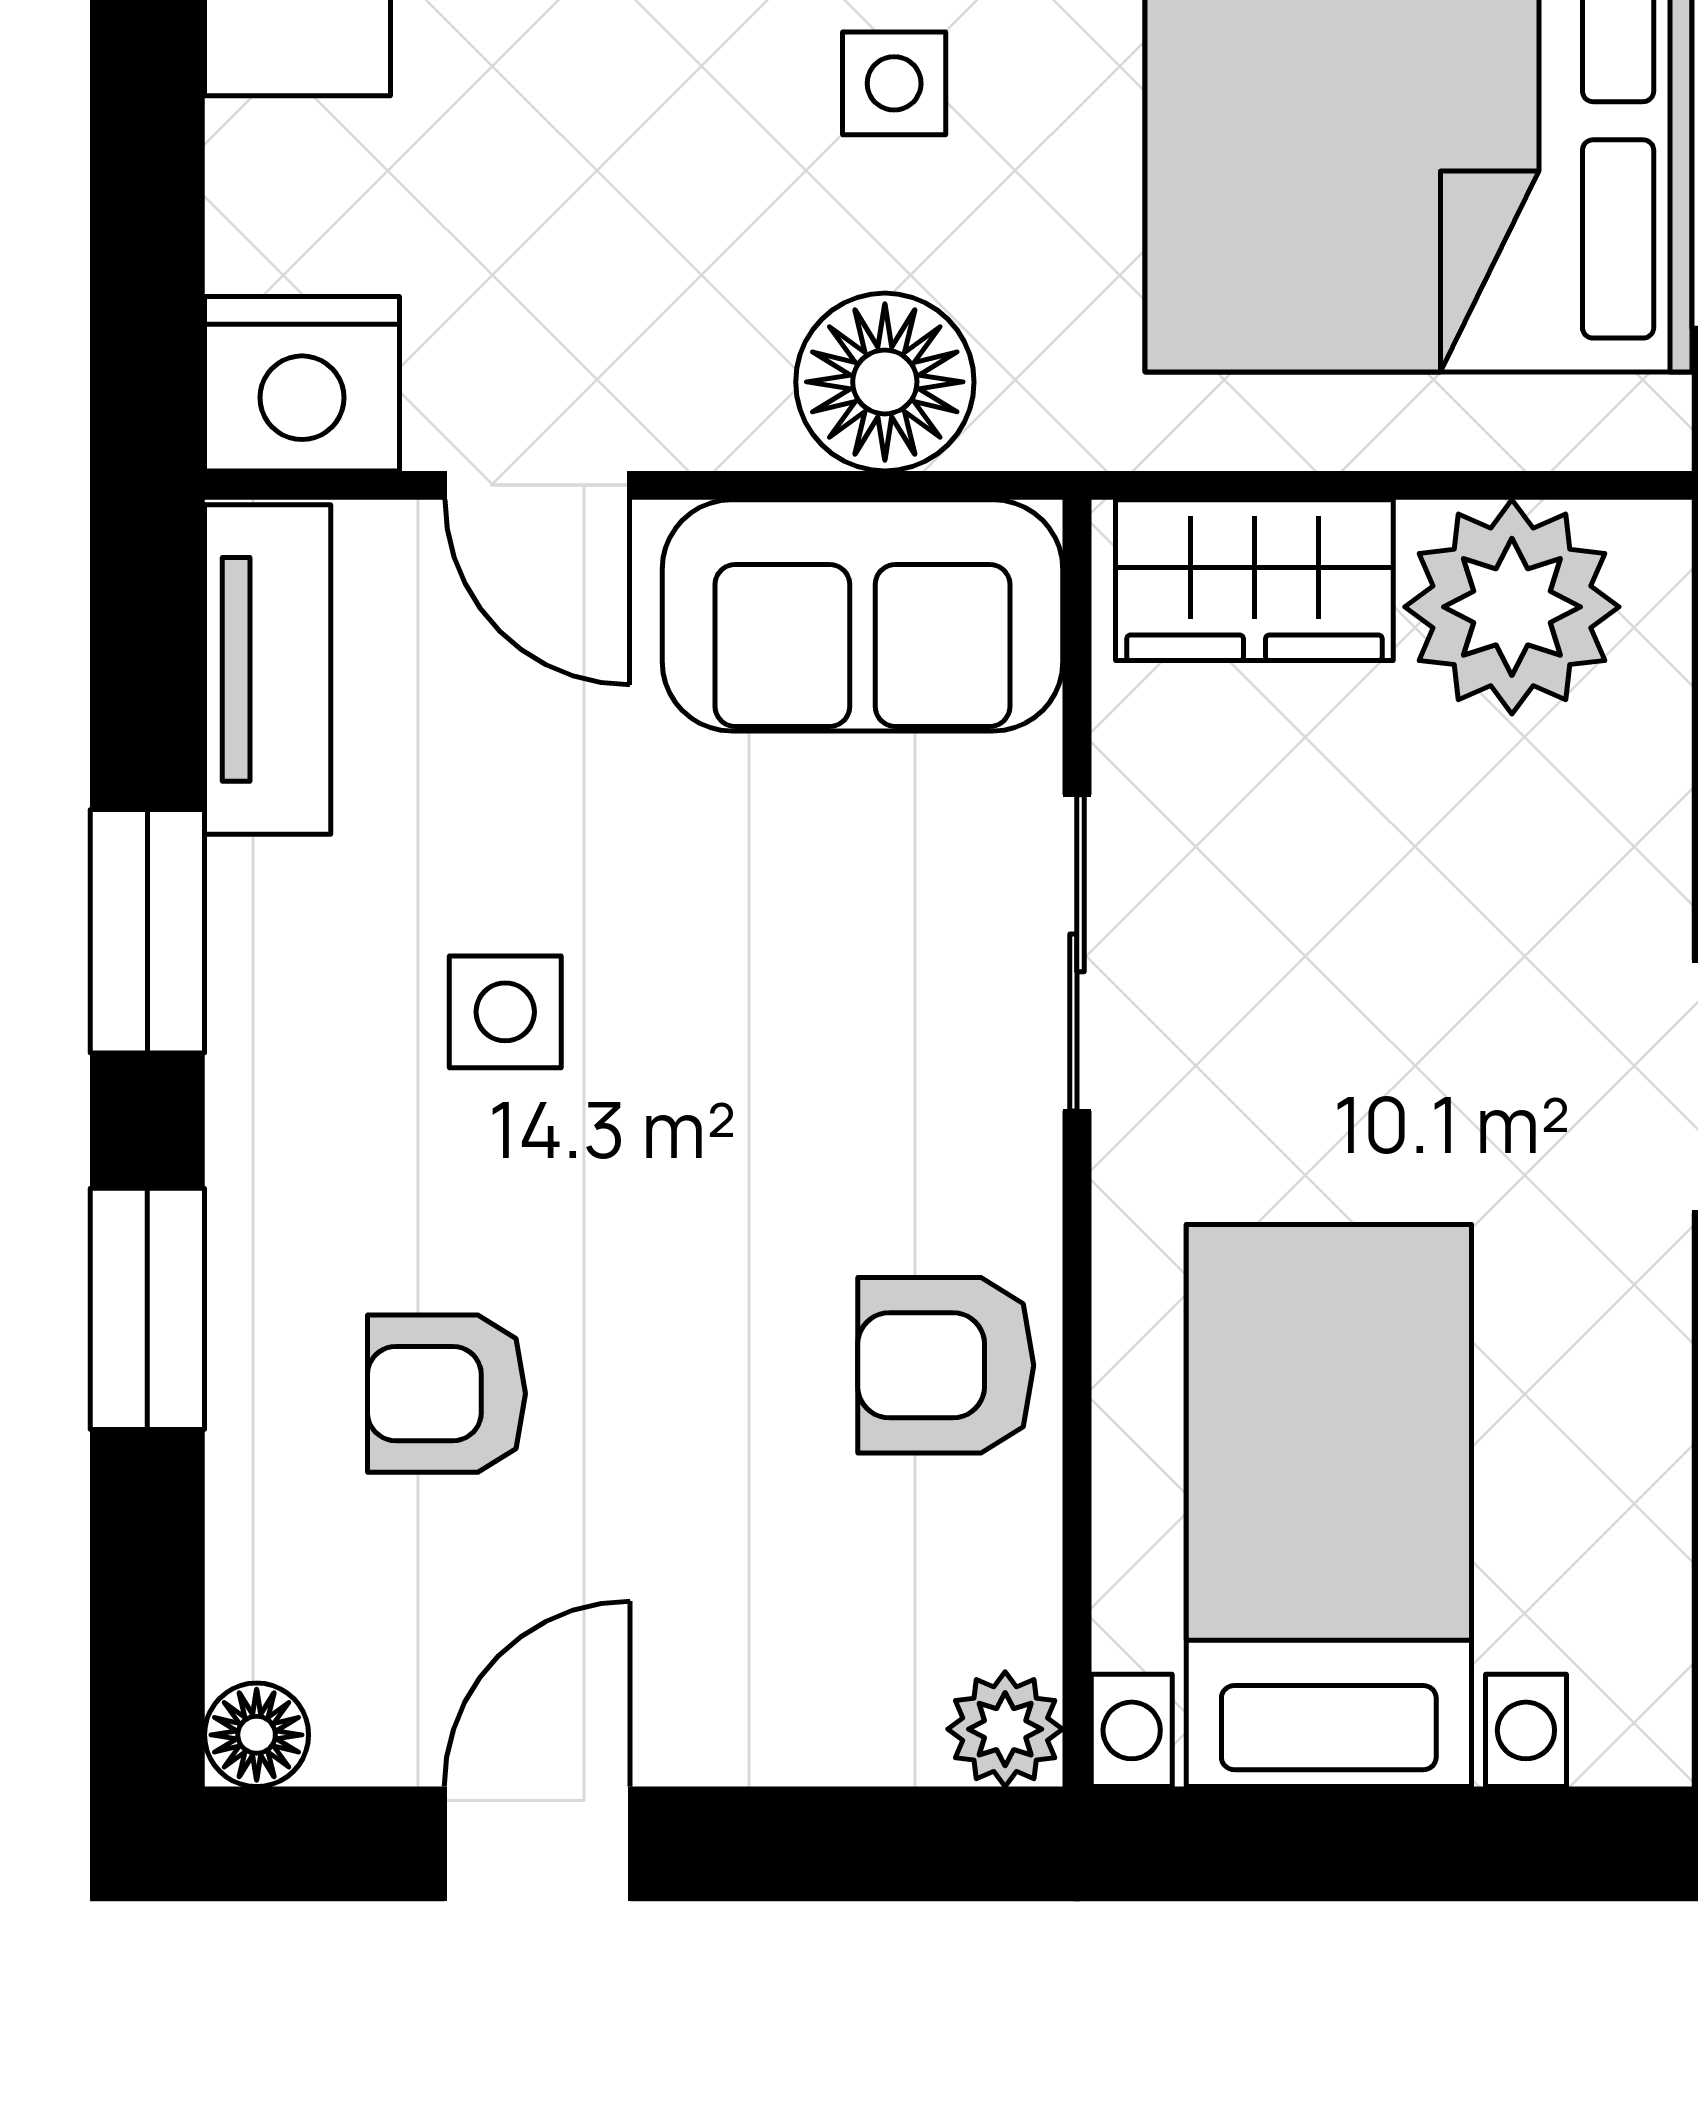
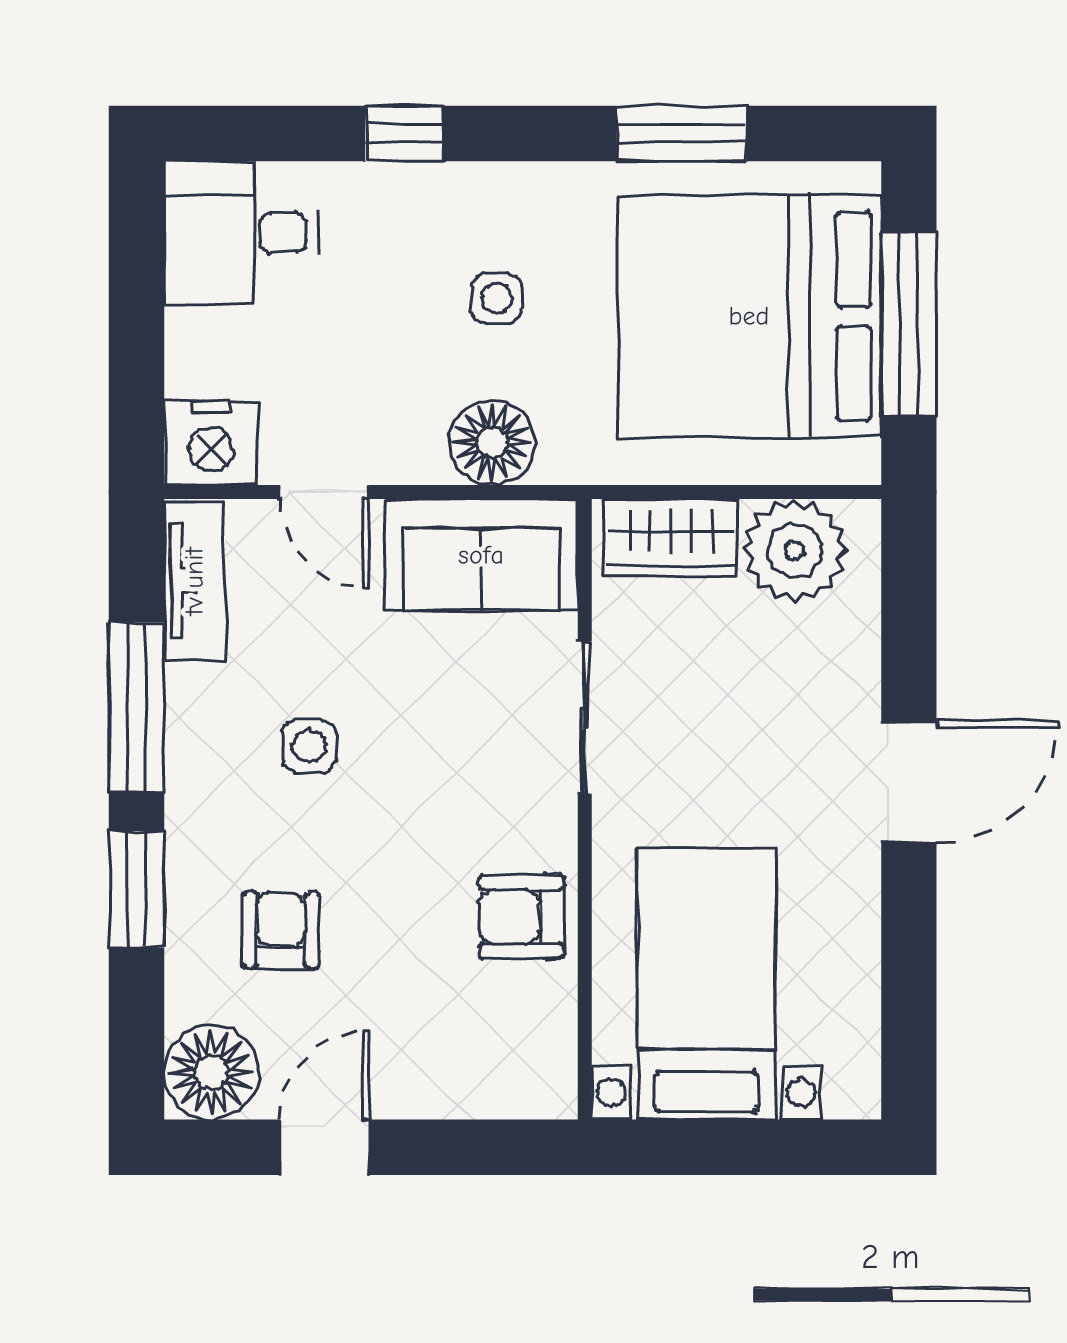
window: (147, 931) -> (137, 707), width x1.44
armchair: (446, 1394) -> (281, 930), turned 90
plant: (1005, 1729) -> (550, 1092), removed
floor lamp: (257, 1735) -> (211, 1072), width x1.89, depth x1.89

